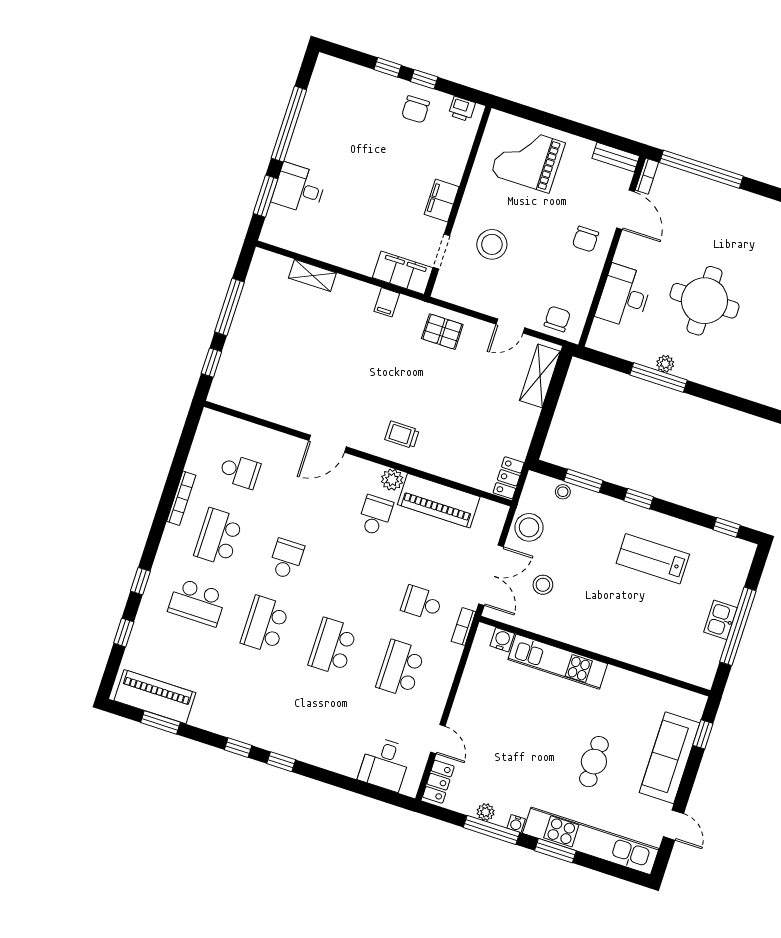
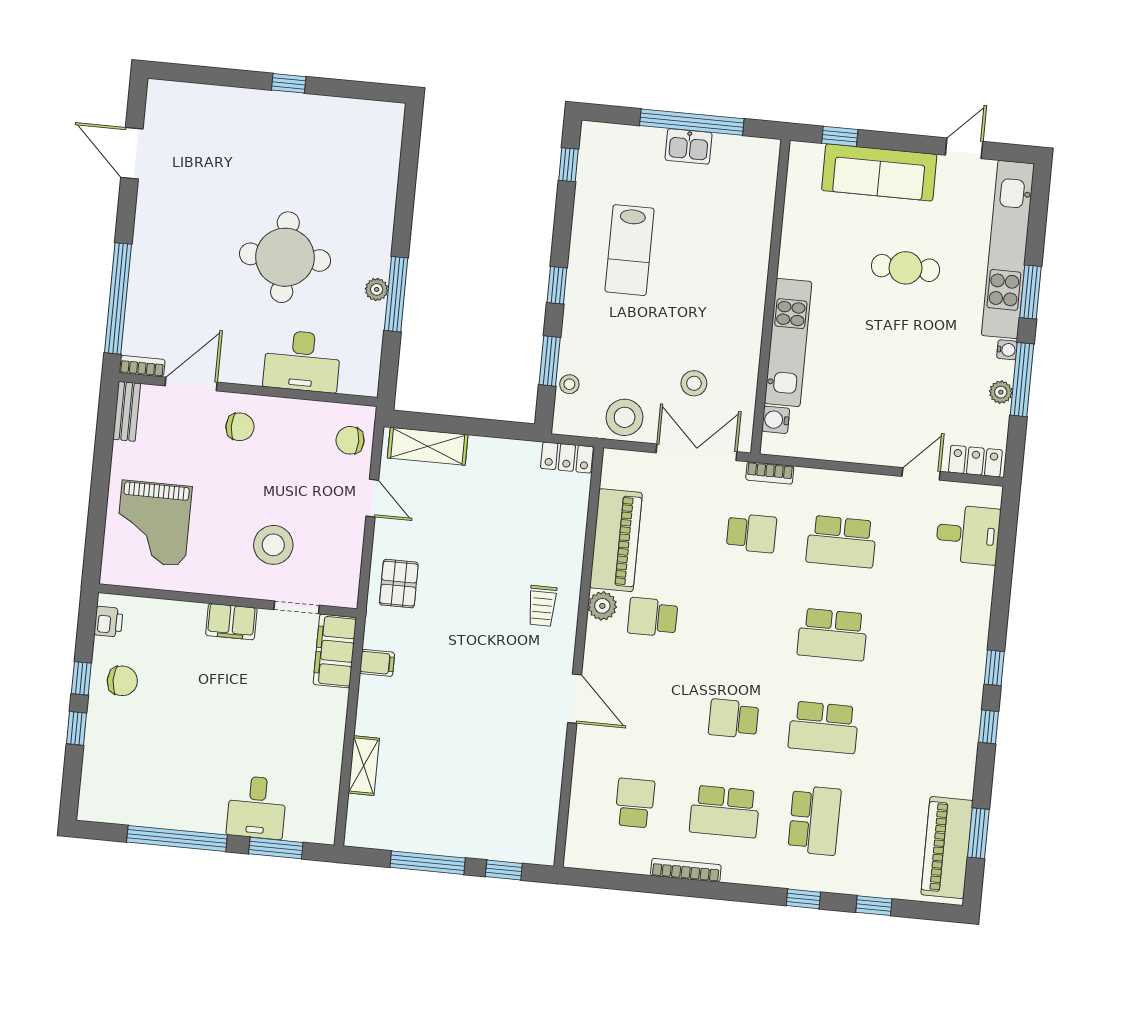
school desk: (422, 603) -> (751, 533), turned -90

